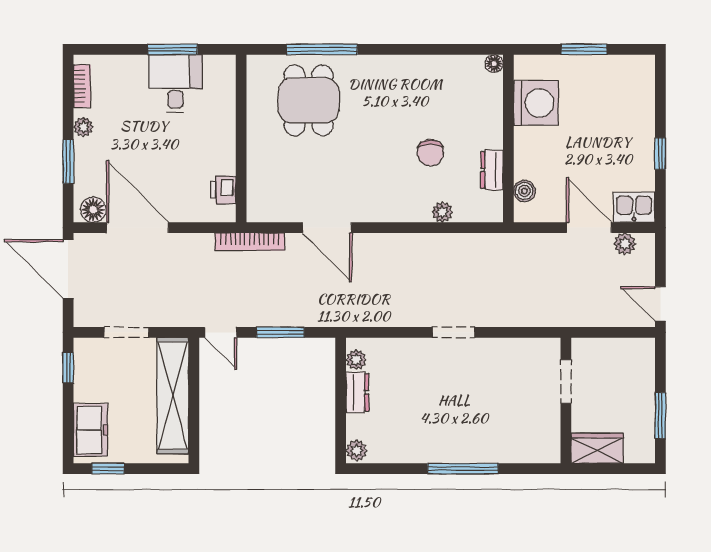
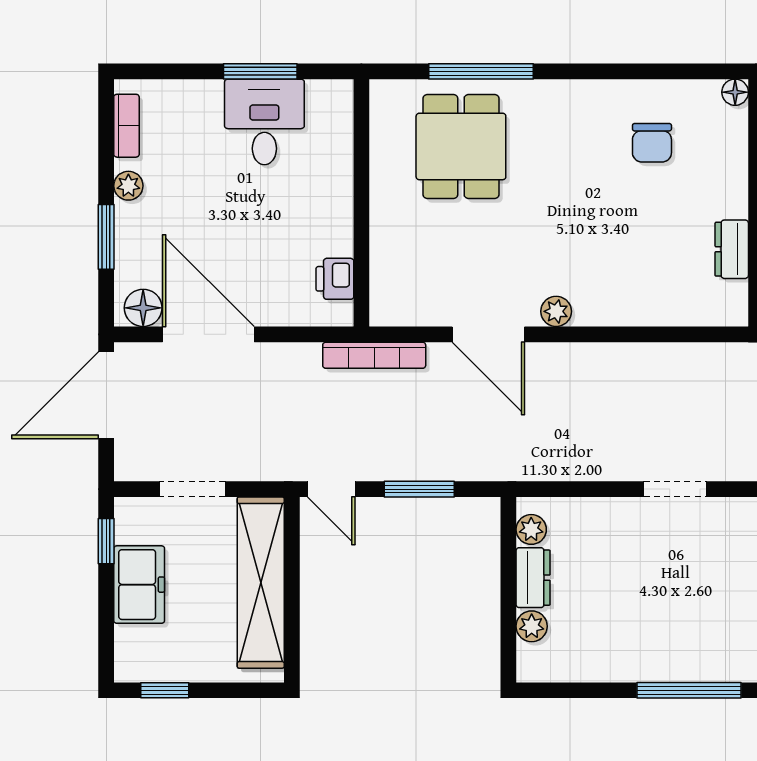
chair: (430, 153) -> (652, 143), moved
plant: (442, 212) -> (556, 311), moved
door: (68, 269) -> (106, 395), hinge flipped
freezer: (91, 430) -> (139, 585), moved
plant: (356, 451) -> (532, 626), moved

